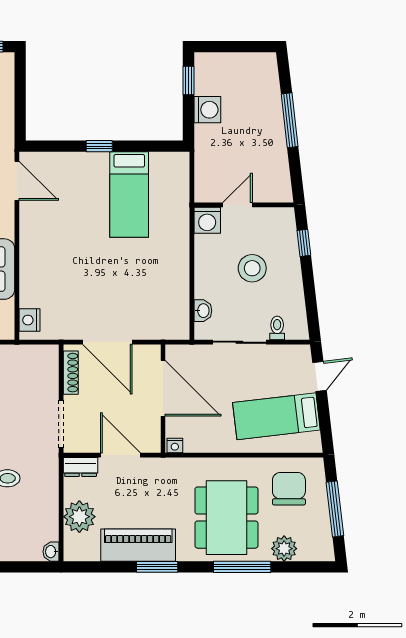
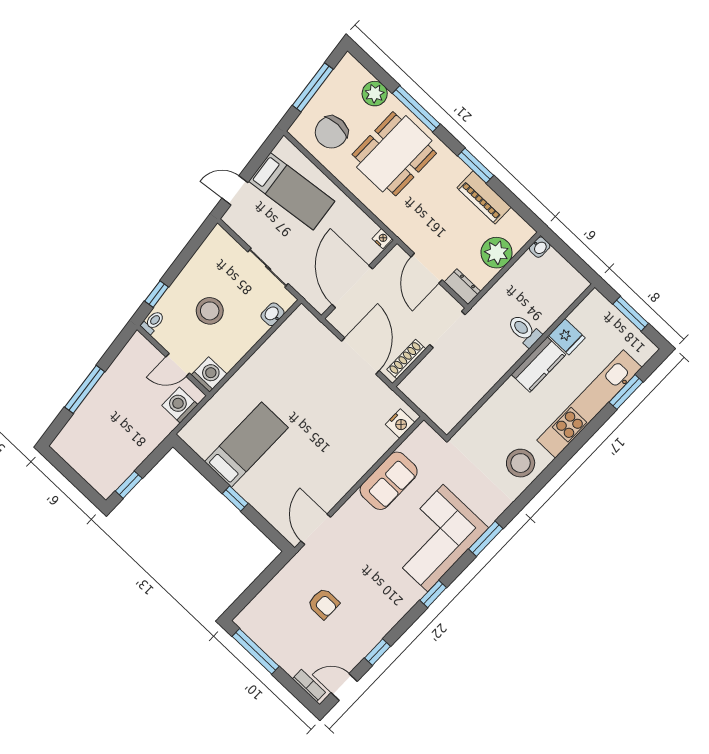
washing machine: (207, 110) -> (180, 405), moved
toilet: (277, 328) -> (153, 322), moved, turned 180
piano: (138, 545) -> (484, 197), width x0.73, depth x0.75

